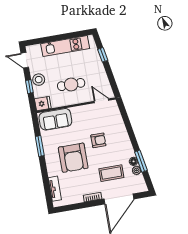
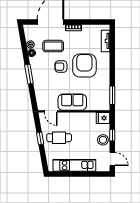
window: (103, 55) -> (40, 138), moved
cafe table: (71, 85) -> (59, 138), moved
sofa: (55, 119) -> (72, 102), moved
armchair: (98, 140) -> (61, 67), moved
window: (40, 146) -> (112, 95), moved
window: (141, 161) -> (29, 74), moved

